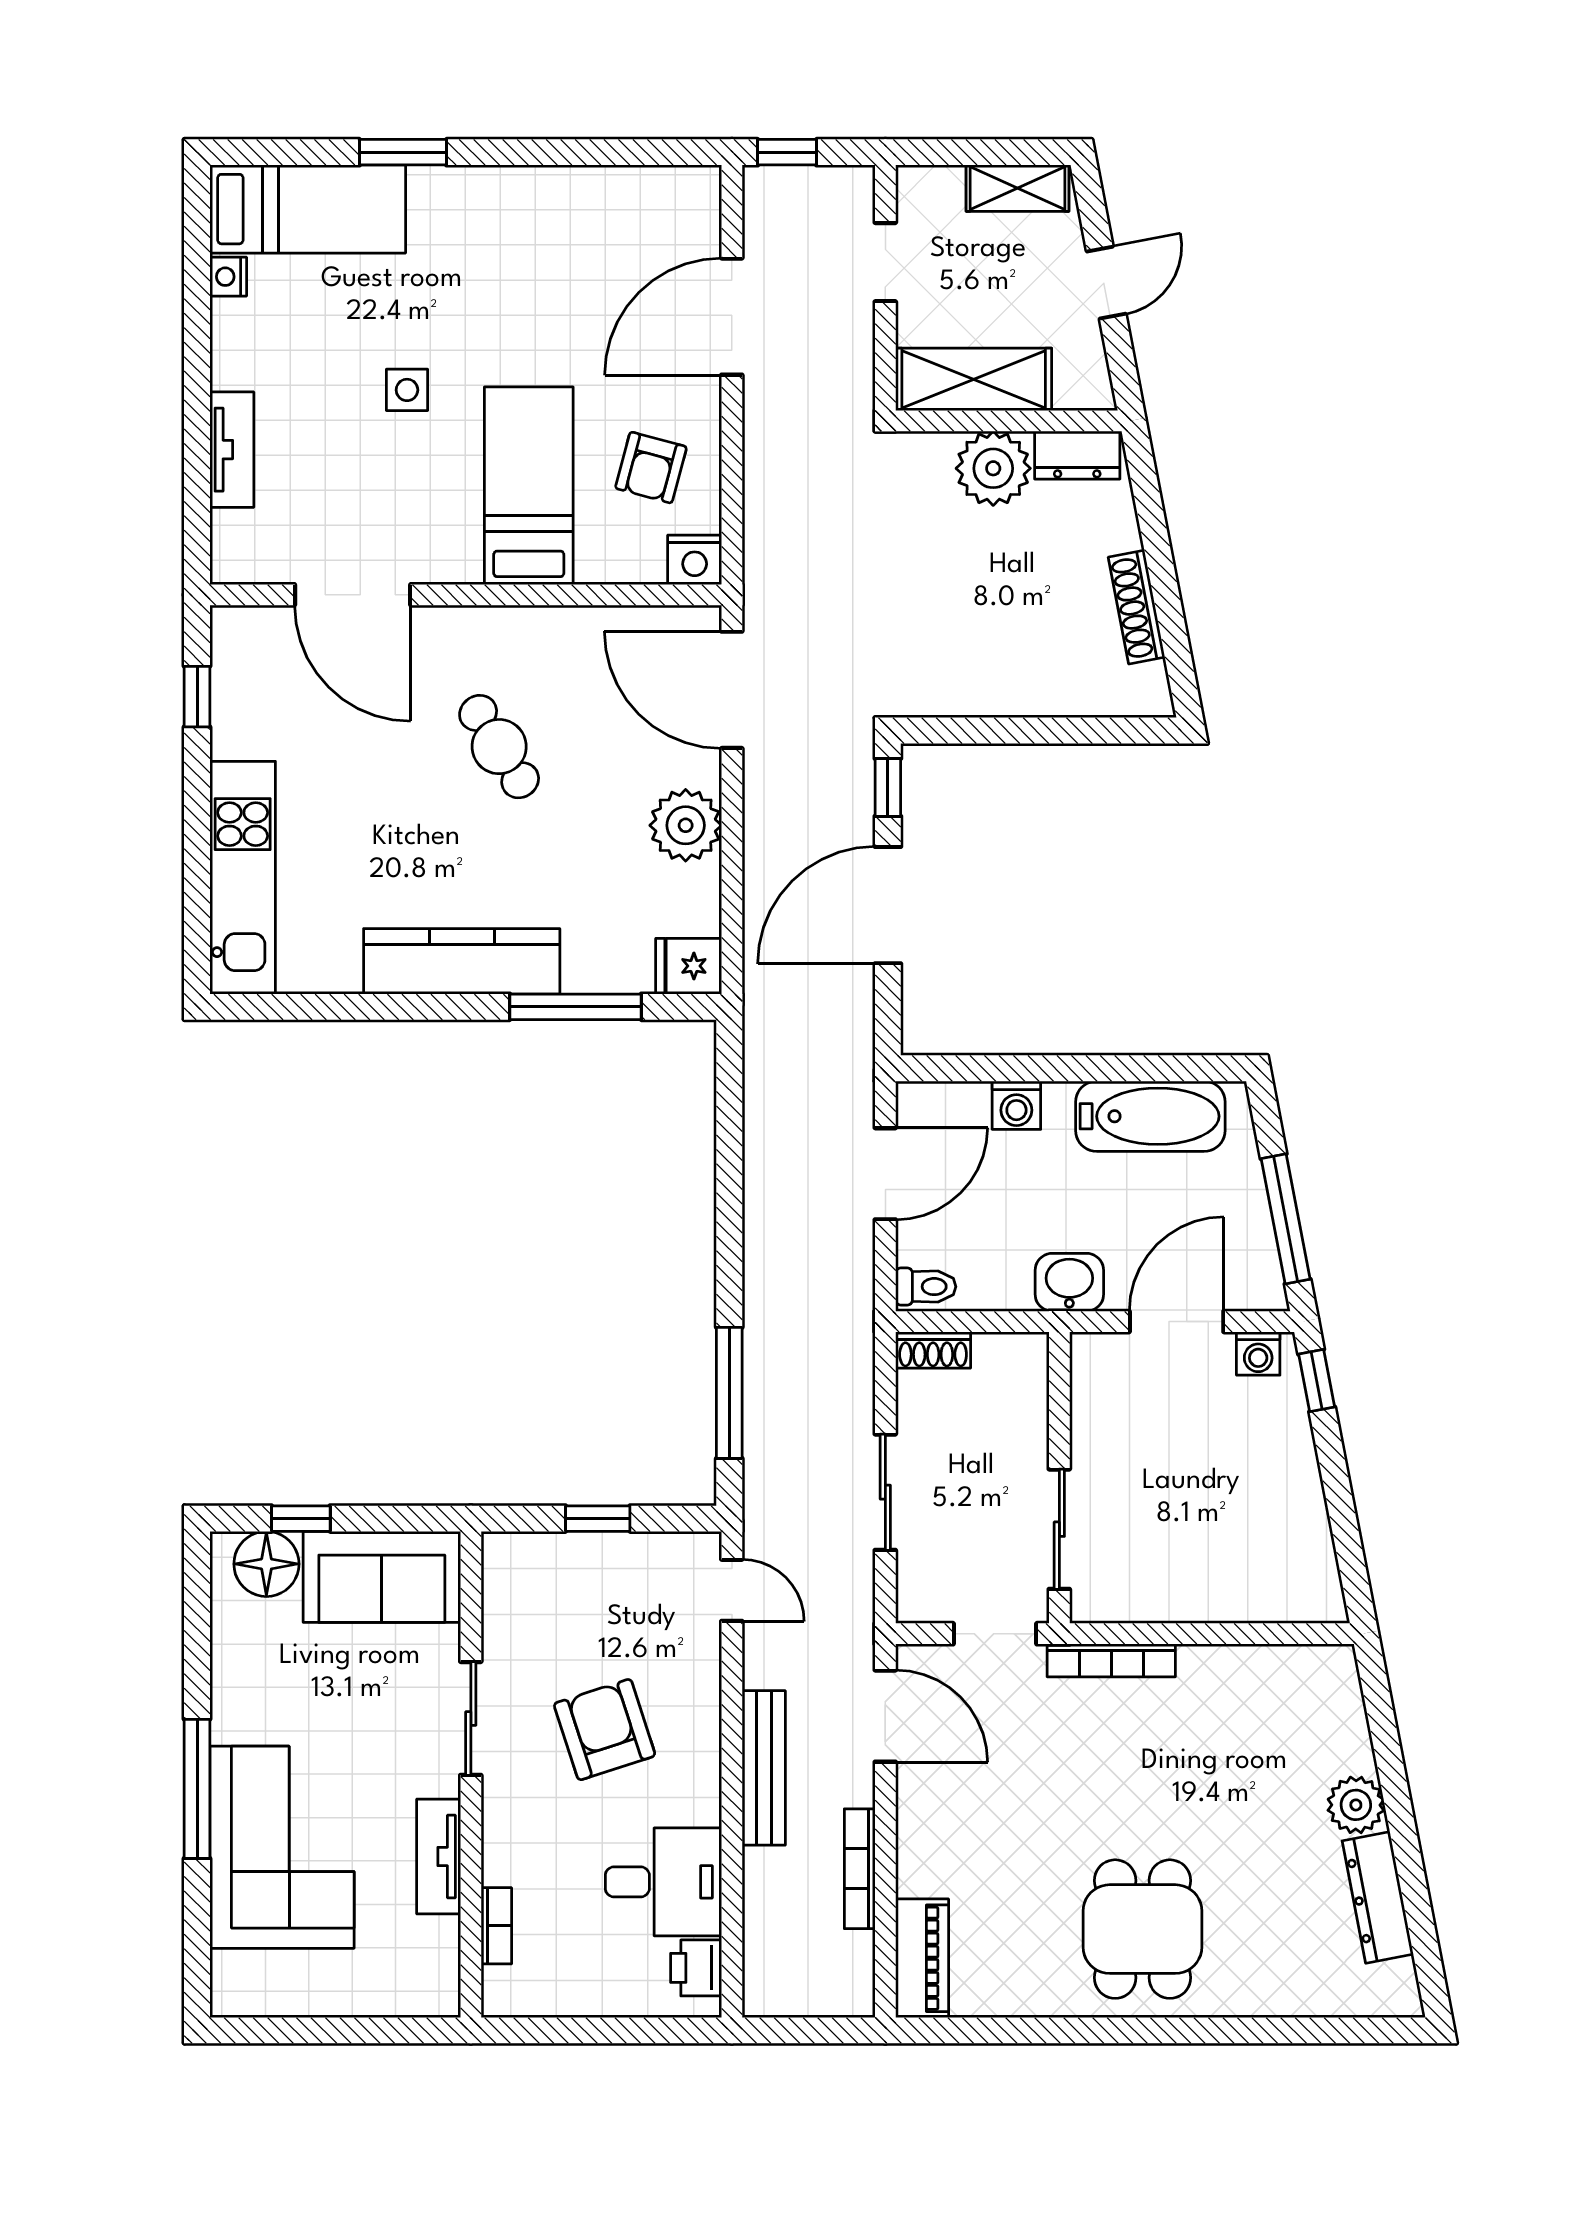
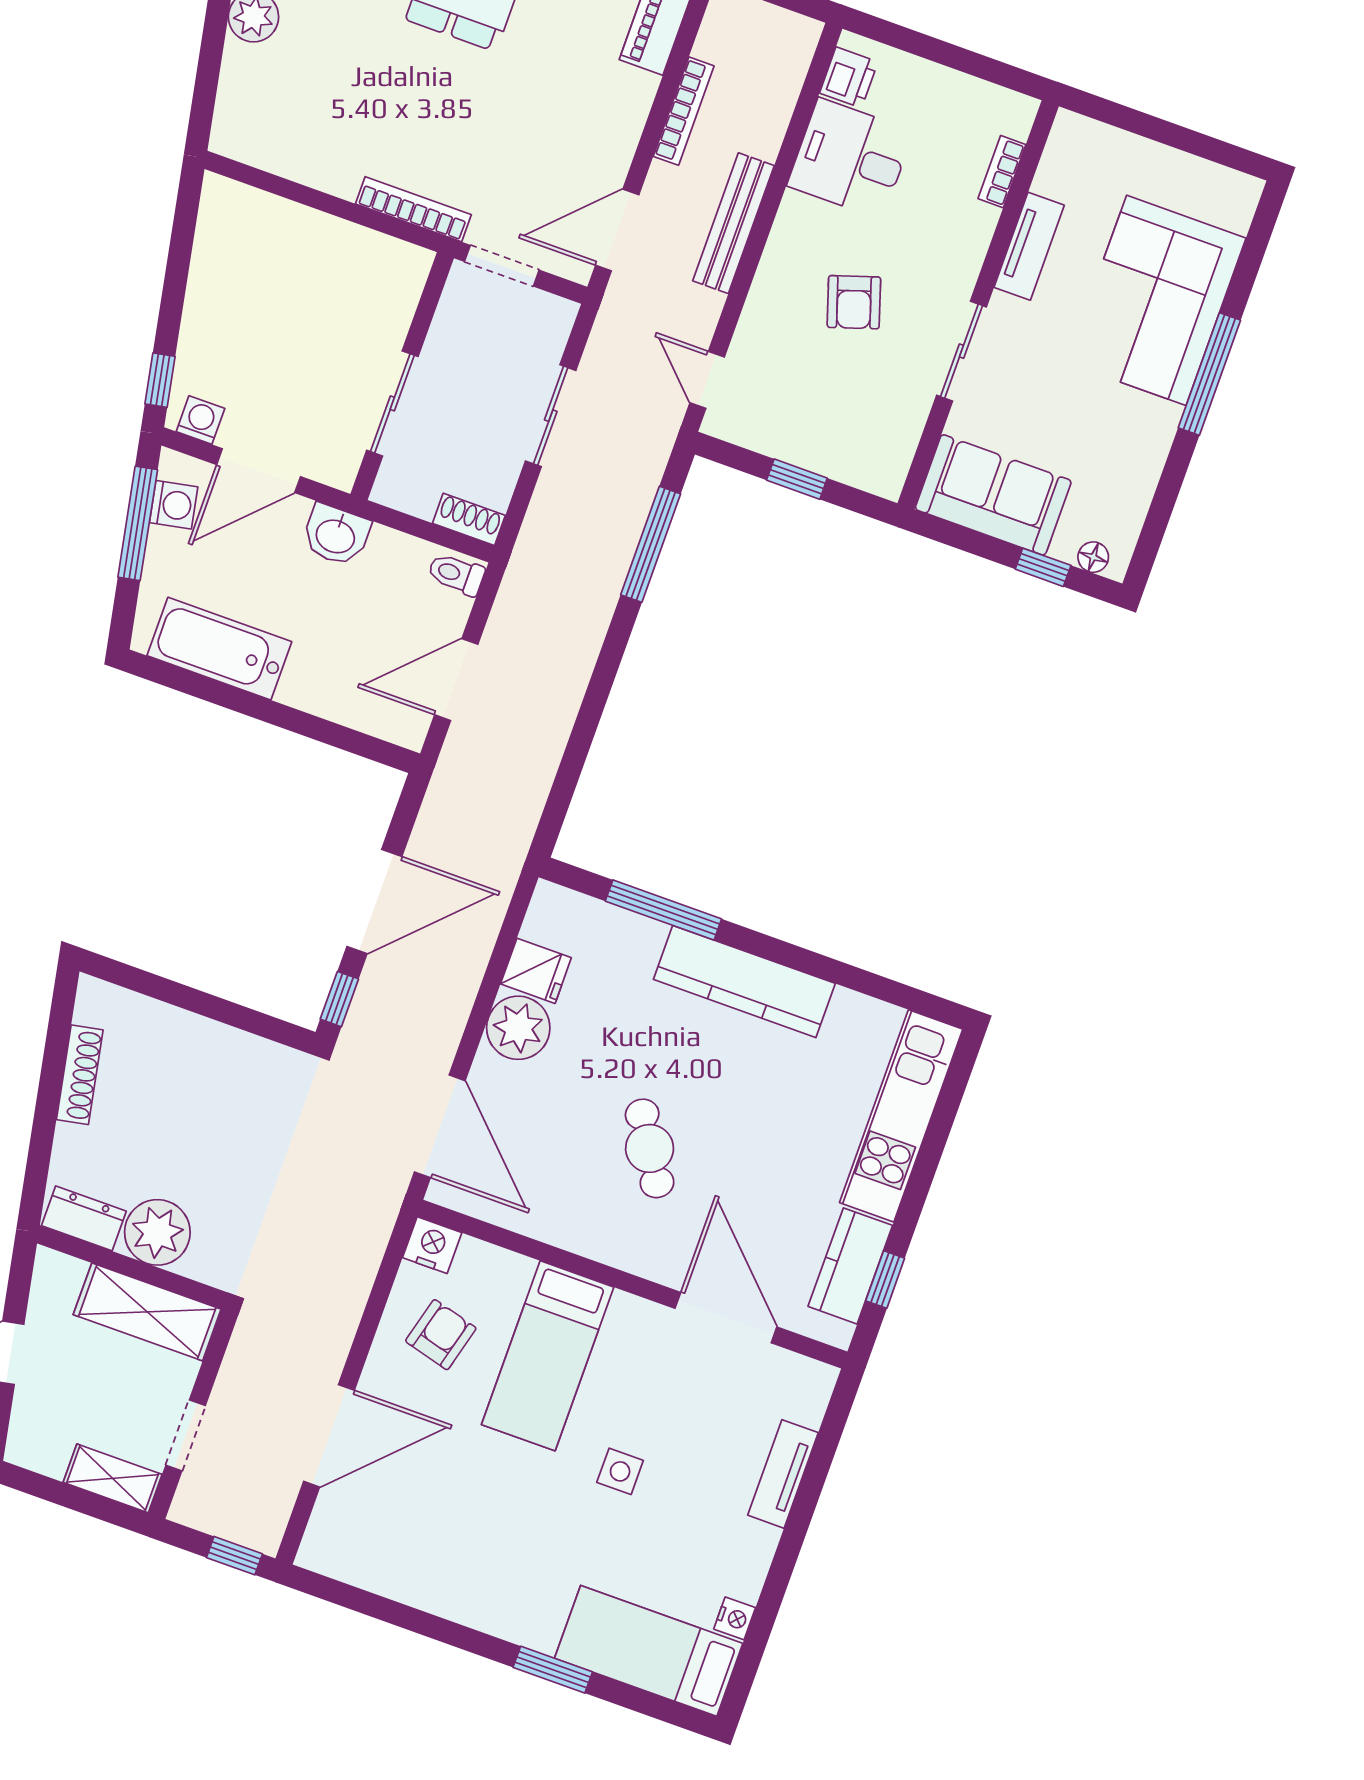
shelving: (1018, 188) -> (113, 1478), moved
kitchen counter: (240, 698) -> (850, 1266), added
fridge: (689, 966) -> (536, 971), moved
washing machine: (1016, 1105) -> (174, 505), moved, turned 79
sliding door: (1059, 1529) -> (392, 403), moved
floor lamp: (266, 1564) -> (1093, 557), width x0.53, depth x0.53
door: (885, 1716) -> (617, 230), hinge flipped
armchair: (605, 1730) -> (854, 302), width x0.72, depth x0.72

